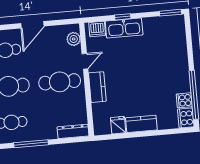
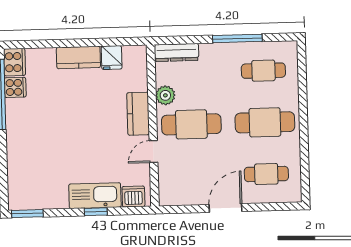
plant: (74, 39) -> (165, 95), moved

